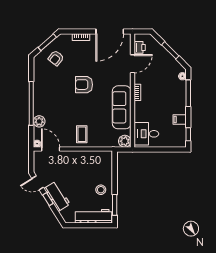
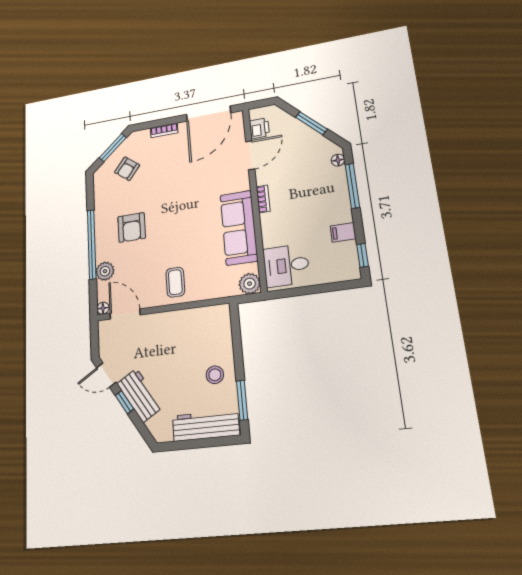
armchair: (84, 85) -> (132, 227), moved, turned -90

